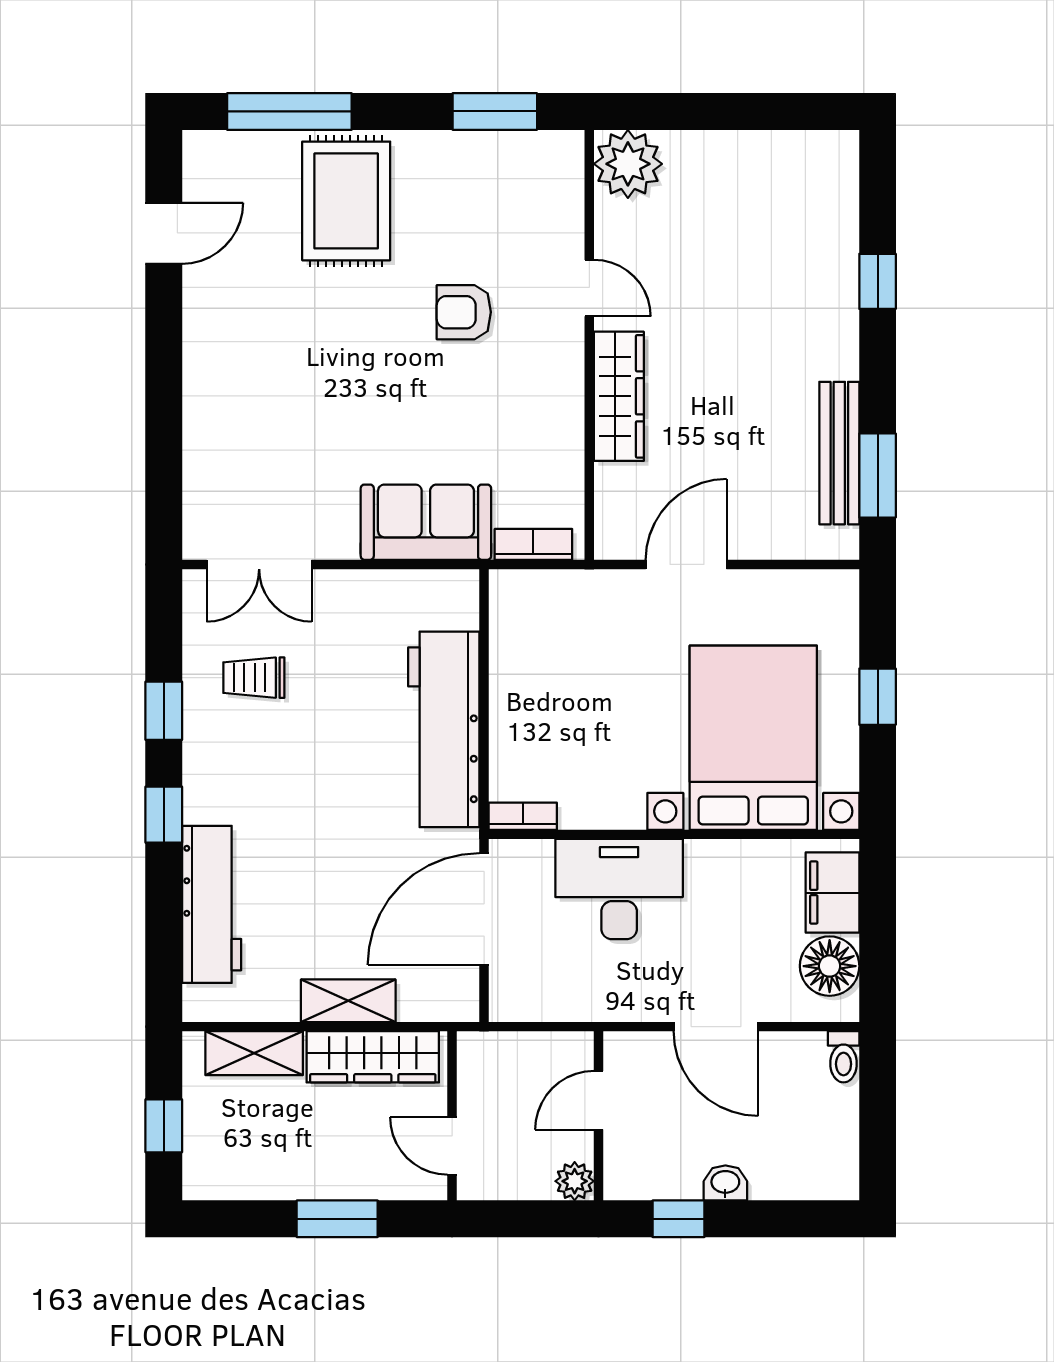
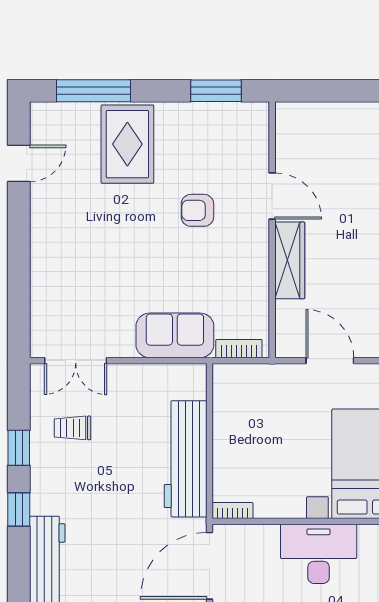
plant: (628, 164) -> (295, 122), removed
door: (589, 288) -> (272, 196), width x1.38
door: (686, 564) -> (330, 361), hinge flipped
desk: (619, 889) -> (319, 554), moved

